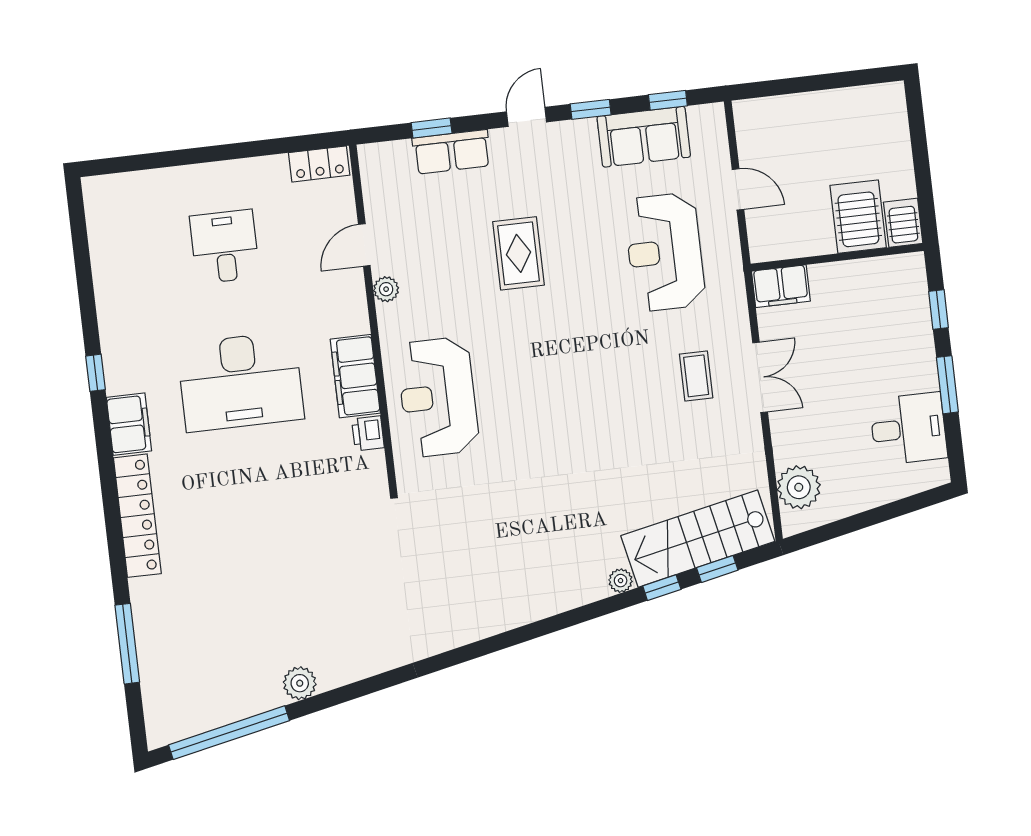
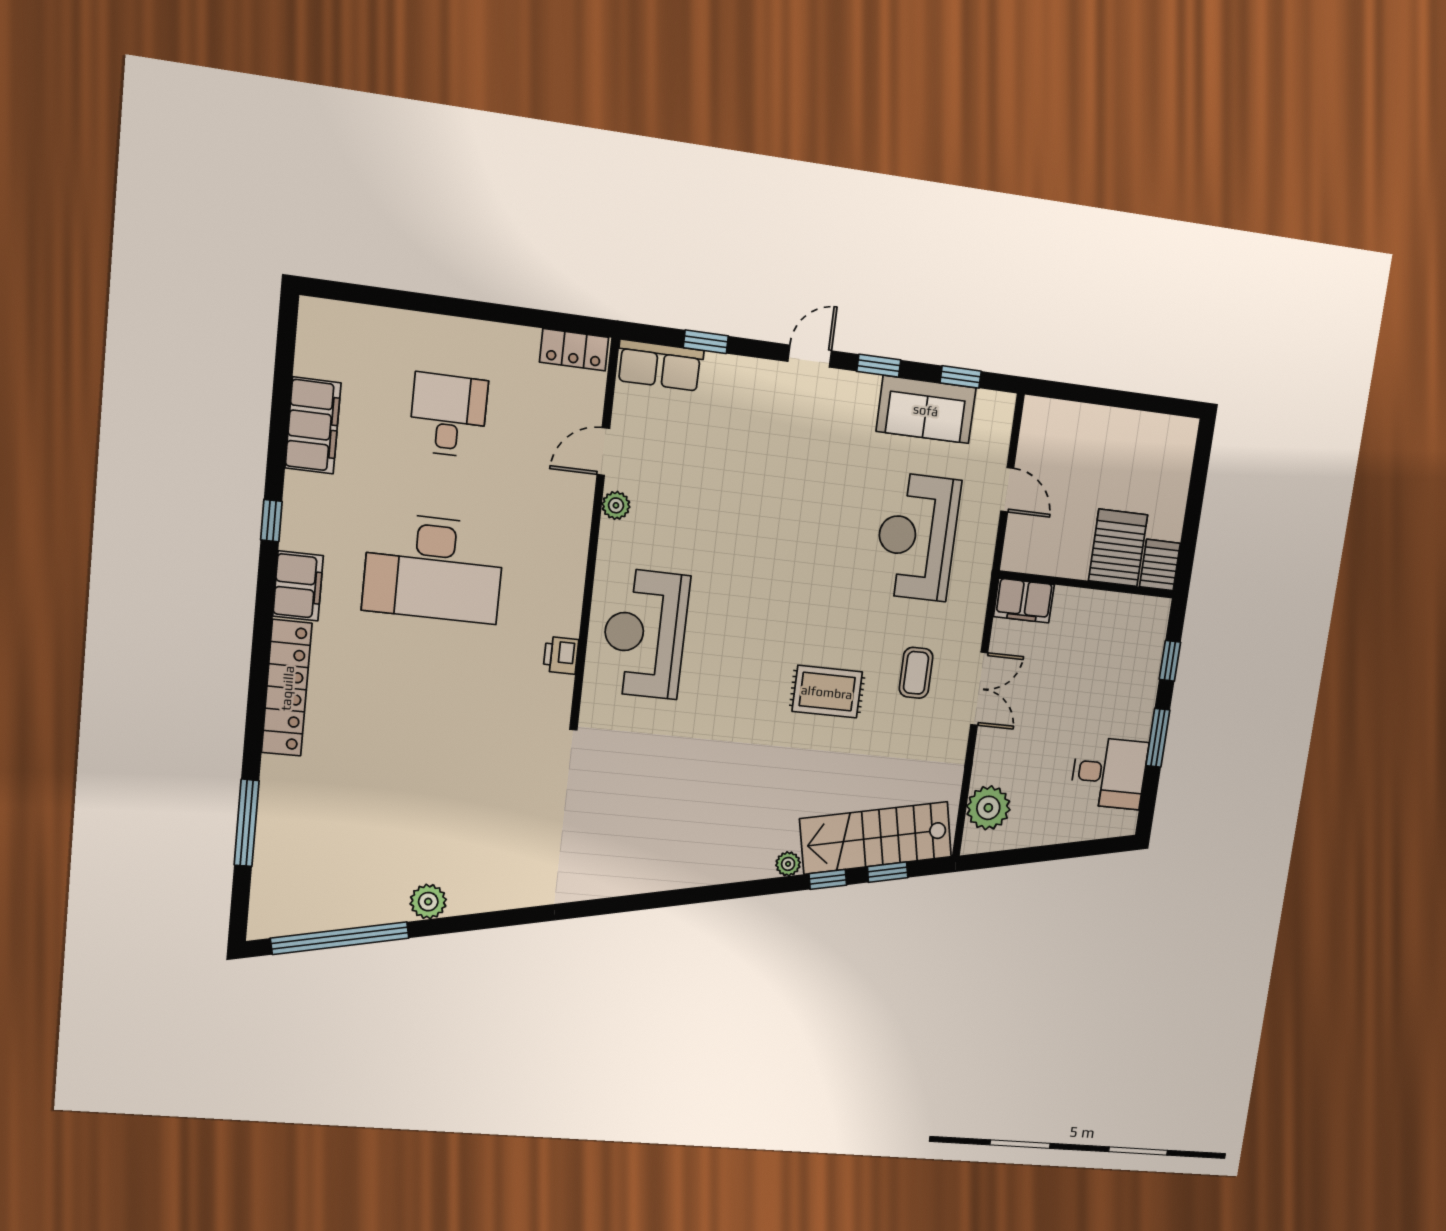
row of seats: (452, 152) -> (660, 365), moved
rug: (519, 253) -> (827, 692), moved, turned 90
filing cabinet: (355, 376) -> (313, 425), moved, turned 180

